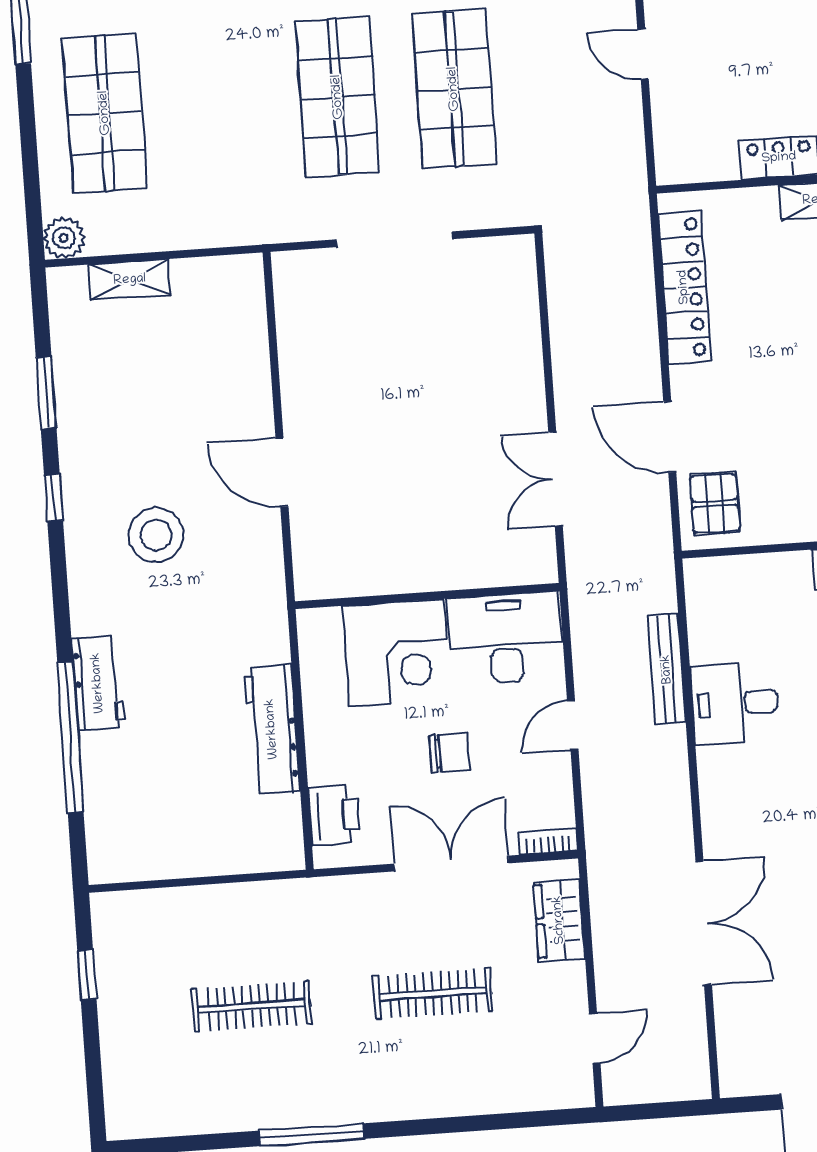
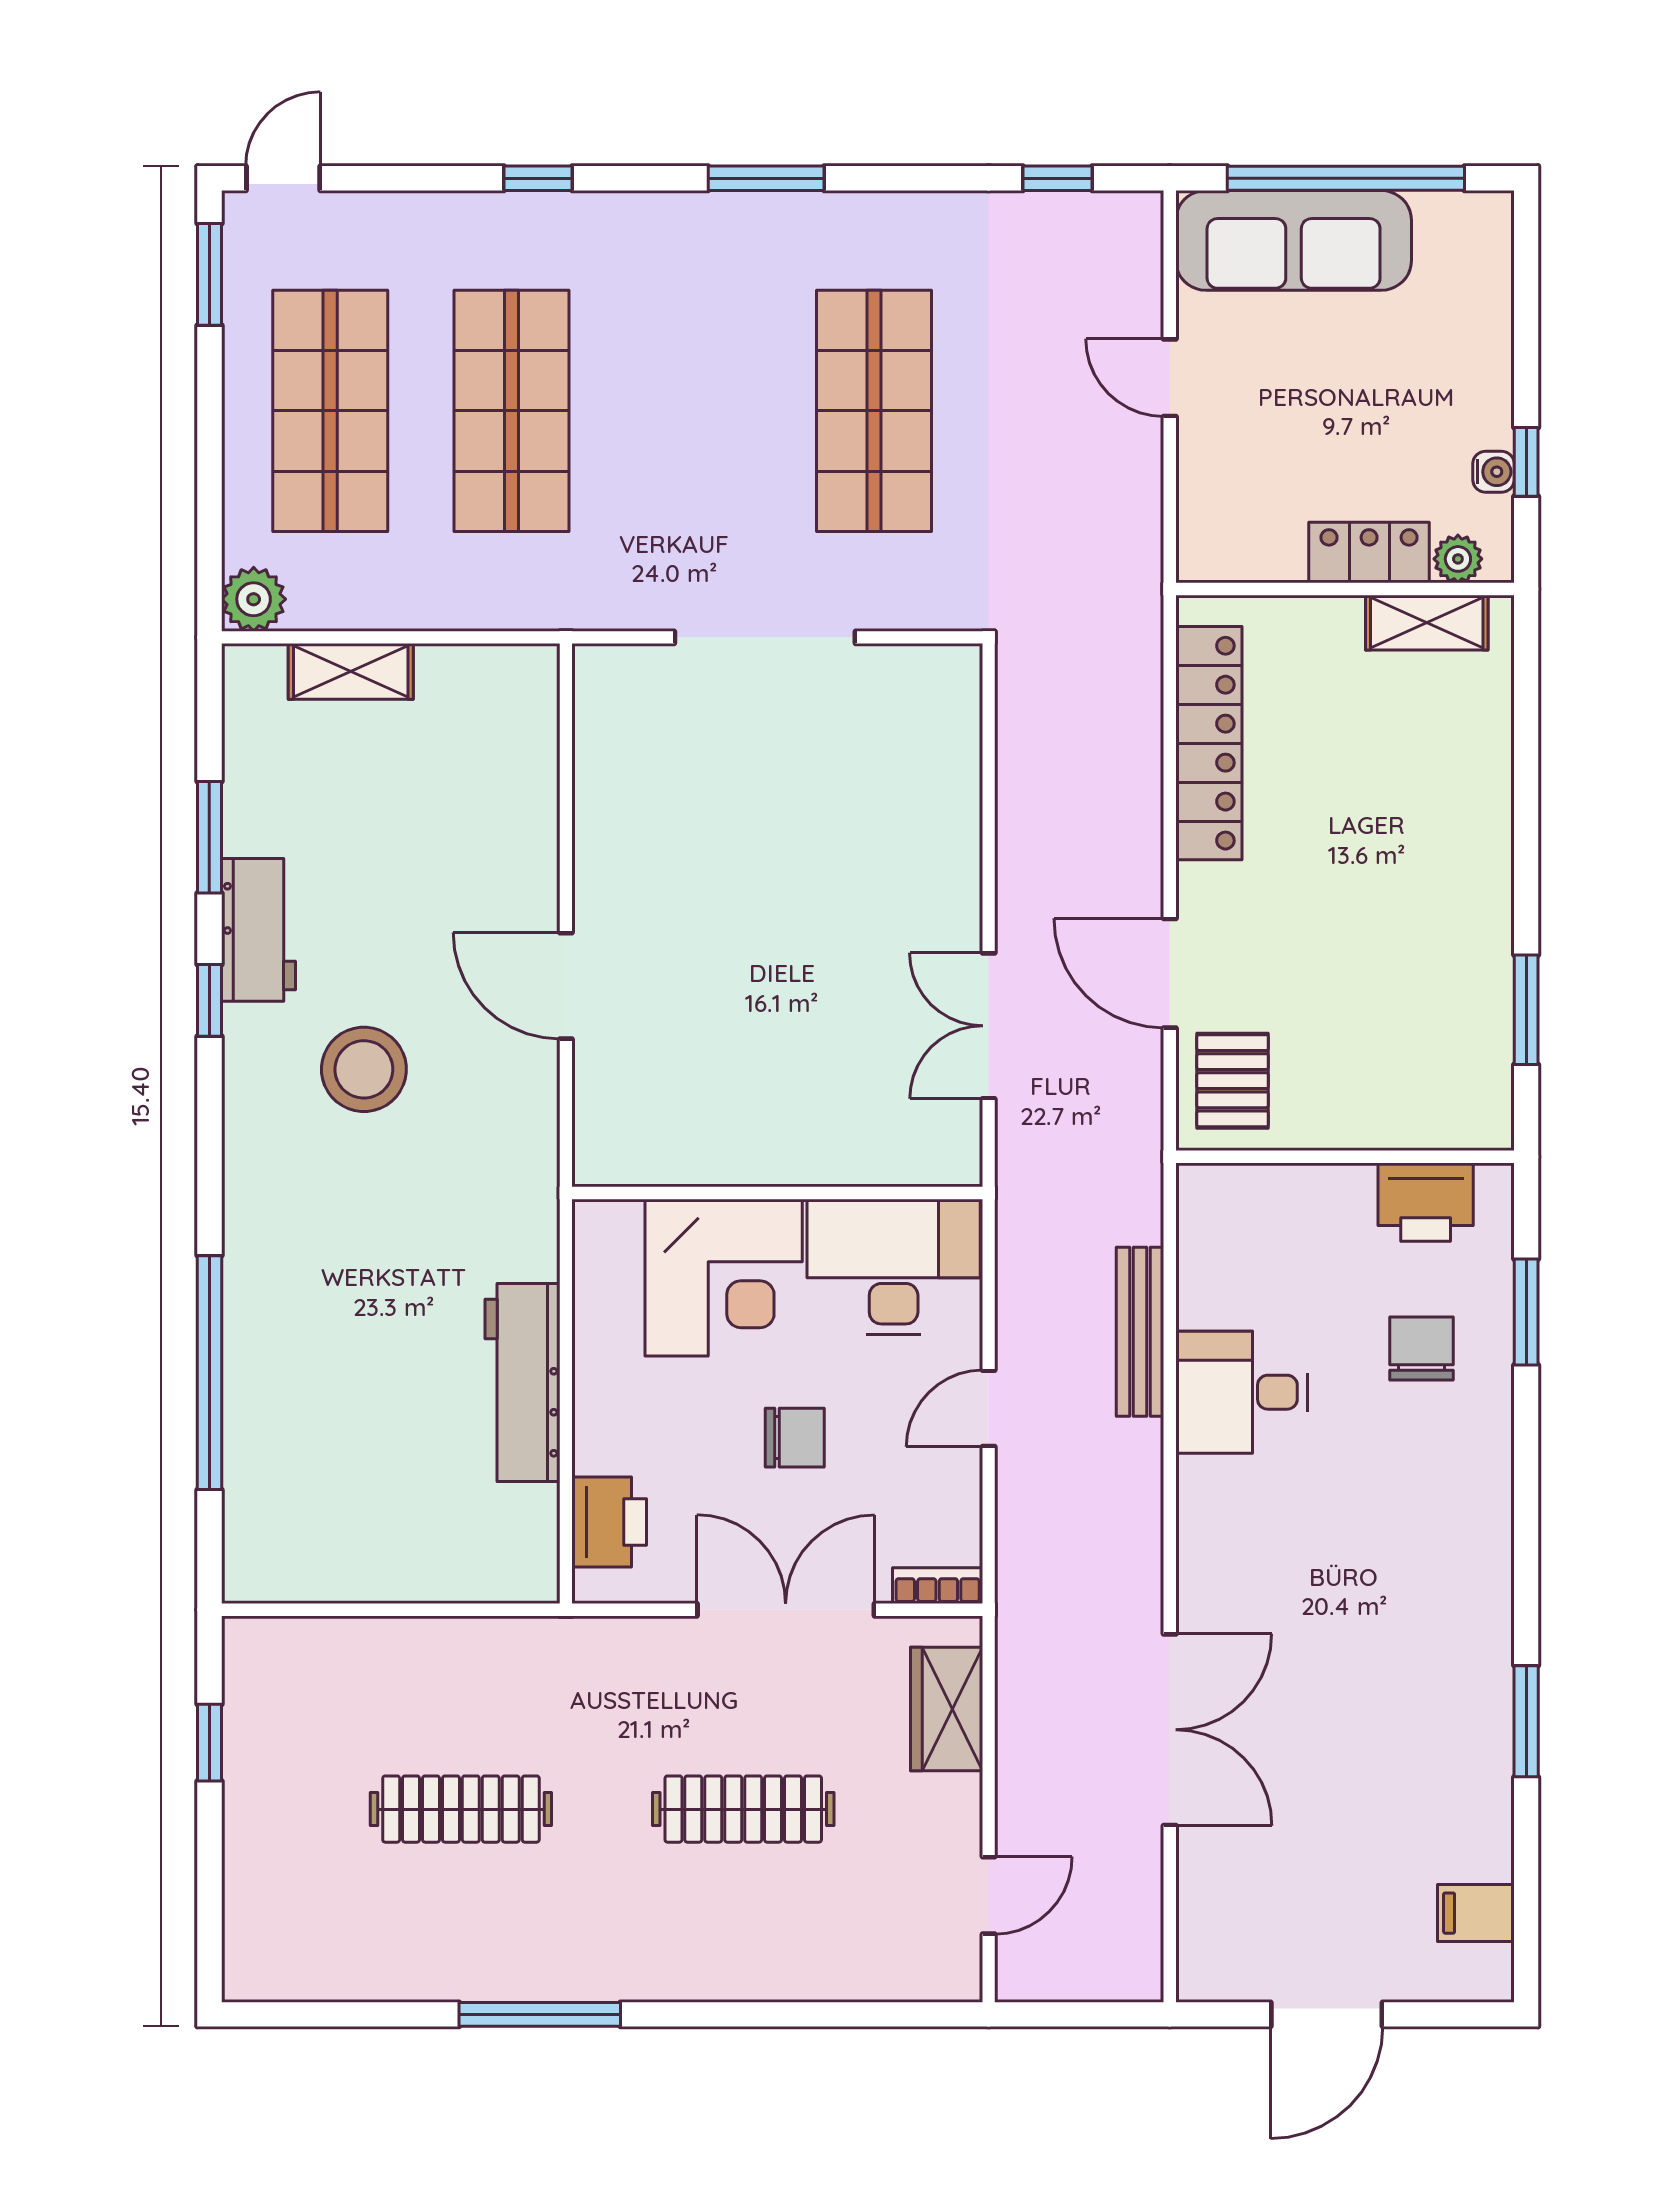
shop shelf: (338, 97) -> (511, 411), moved
workbench: (98, 683) -> (258, 930), moved

